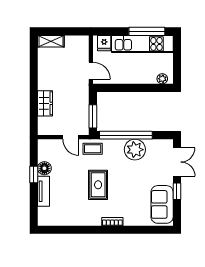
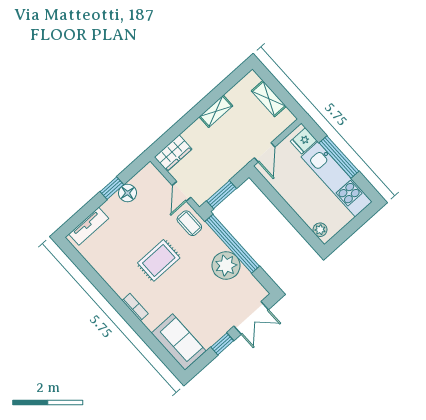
window: (147, 31) -> (339, 157), moved
shelving: (51, 41) -> (269, 99), moved
shelving: (43, 77) -> (216, 111), added
wardrobe: (45, 103) -> (173, 153), moved
tv unit: (44, 191) -> (89, 226), moved
sofa: (162, 204) -> (179, 342), moved, turned 90

